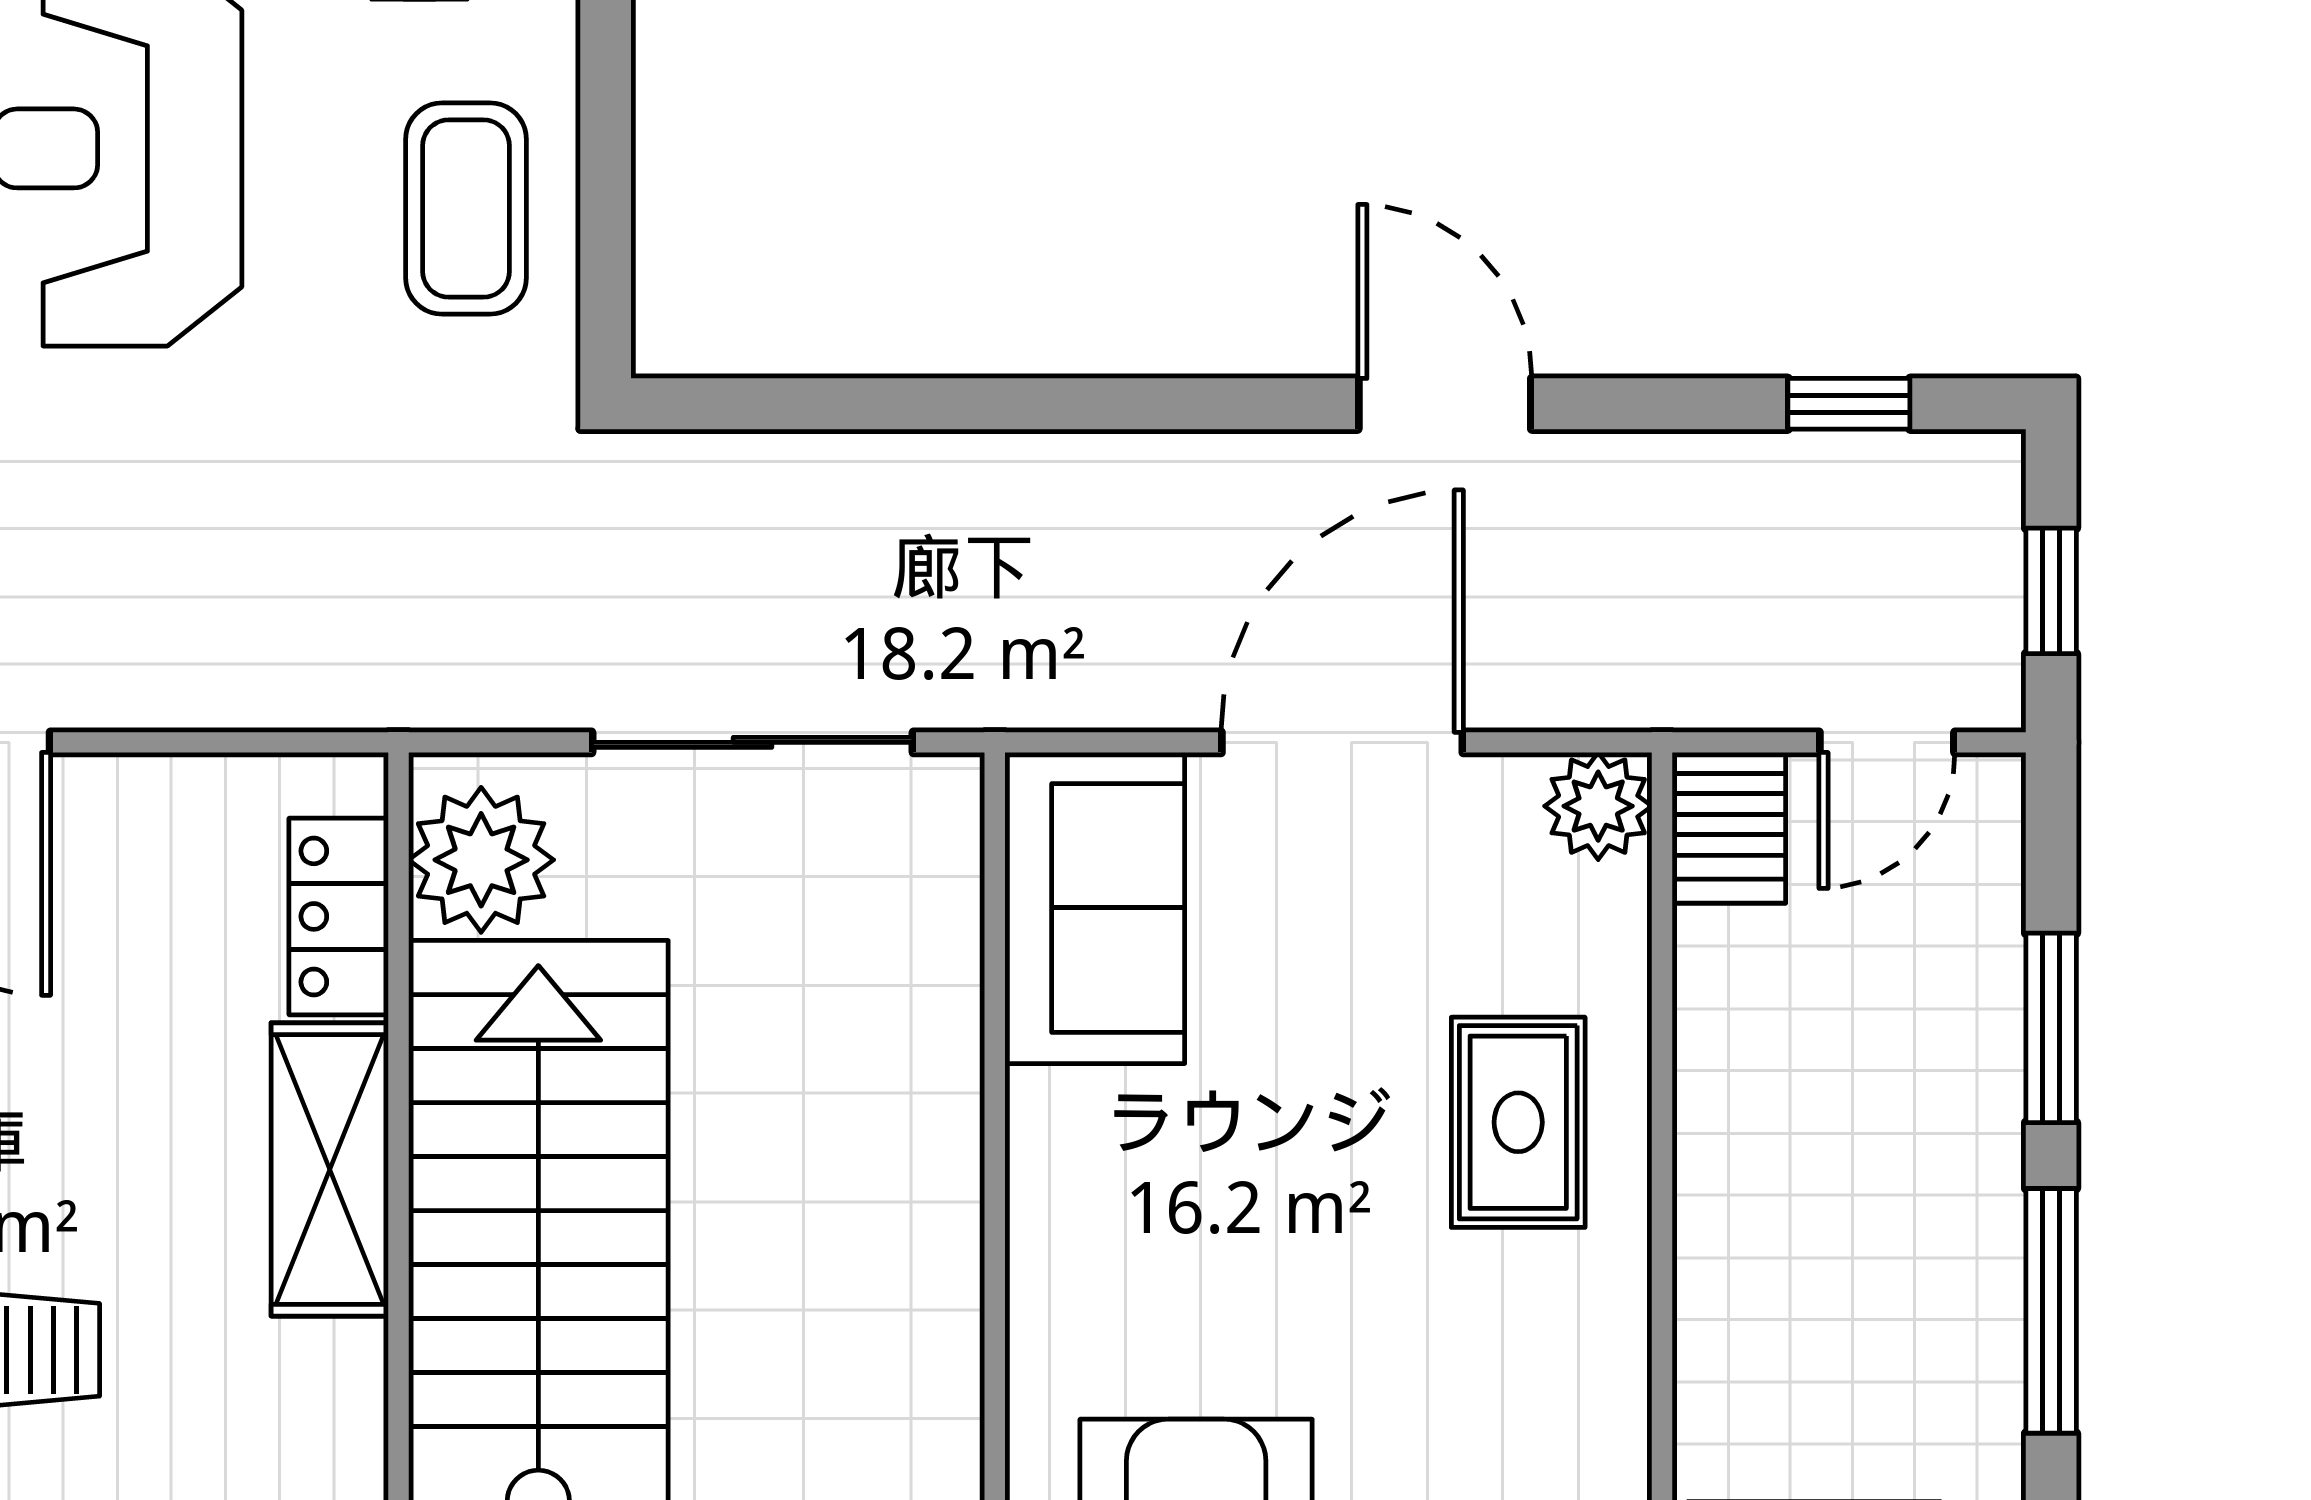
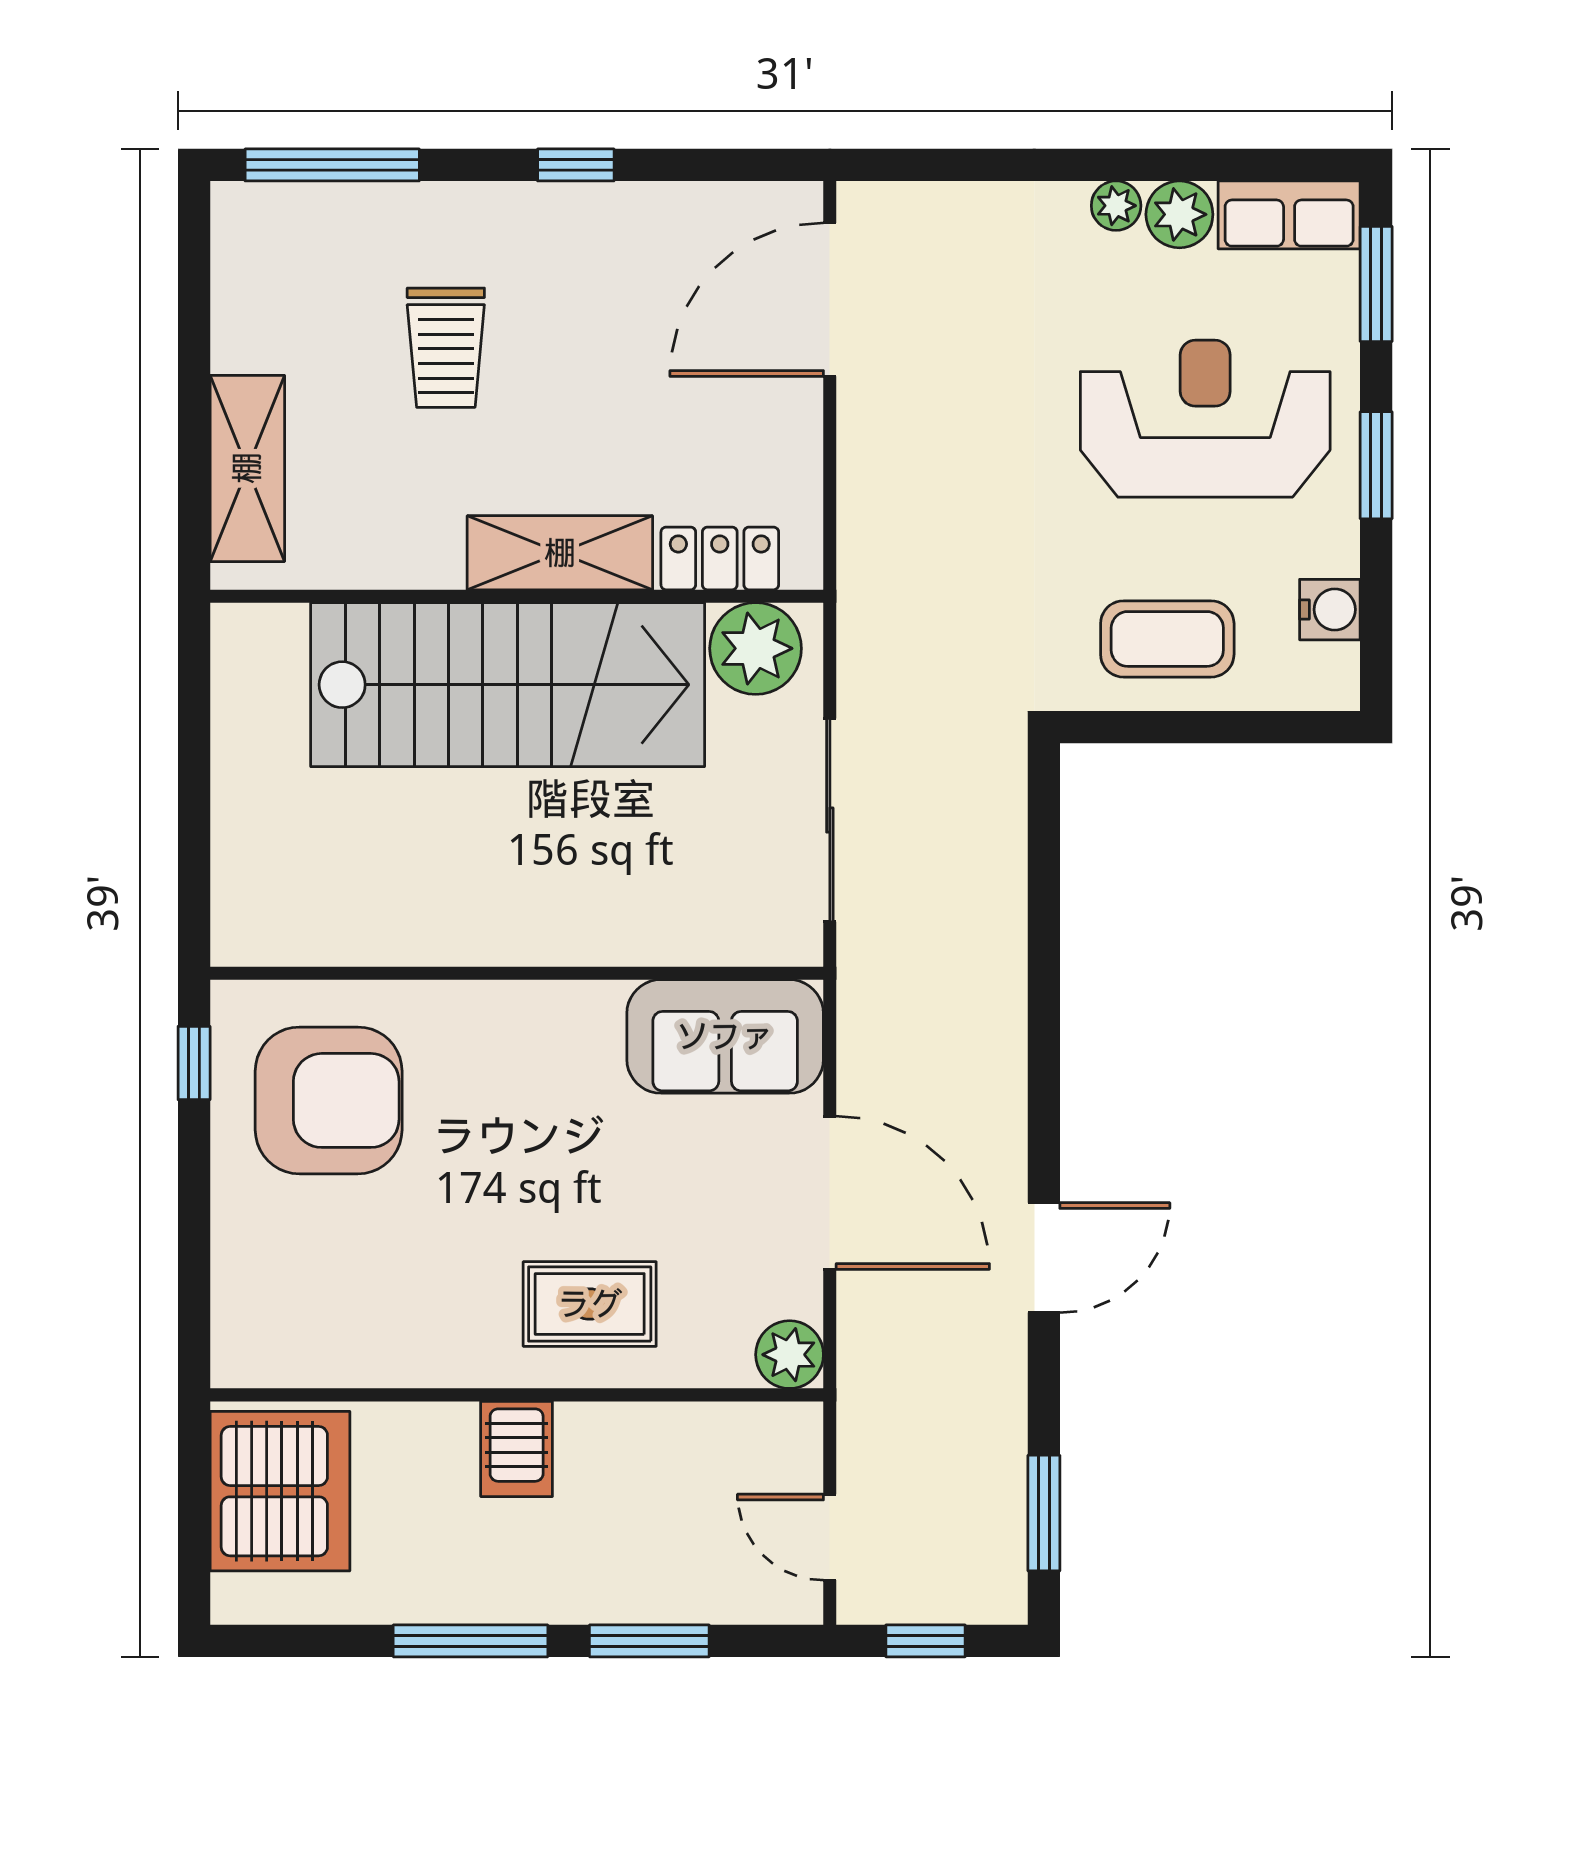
window: (1849, 404) -> (1044, 1513), width x1.50
server rack: (1729, 828) -> (517, 1449), moved, turned -90

